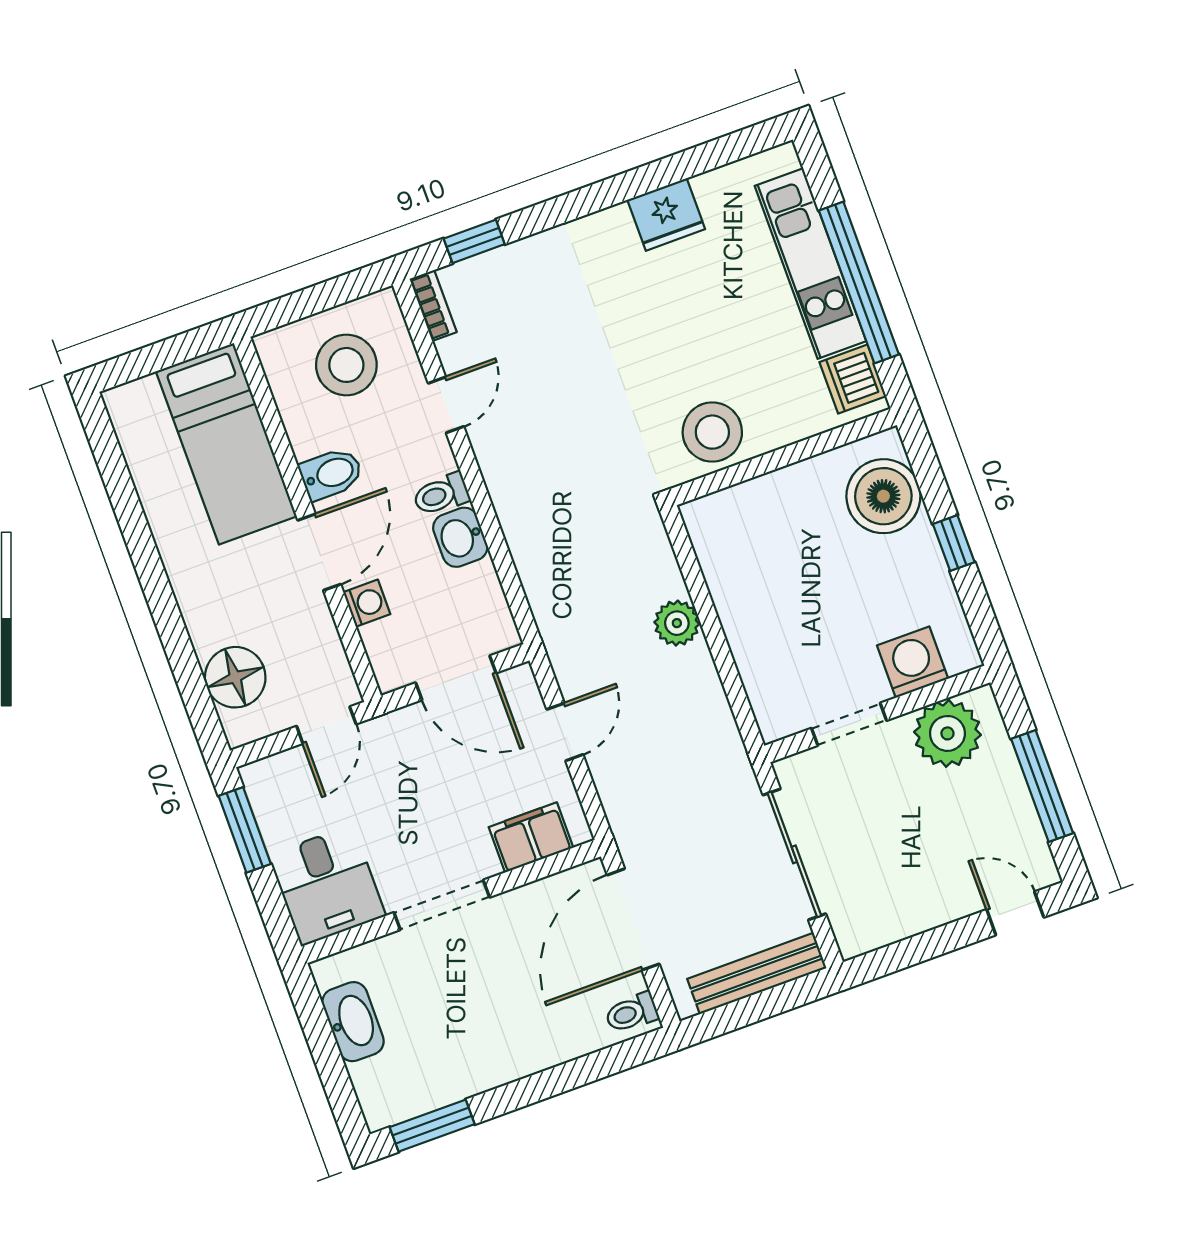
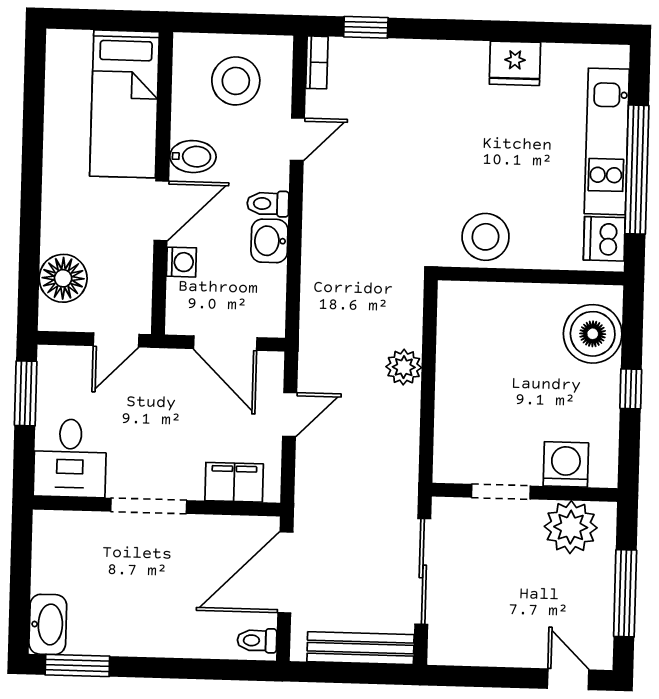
washbasin: (353, 1022) -> (48, 624), moved

